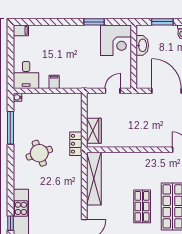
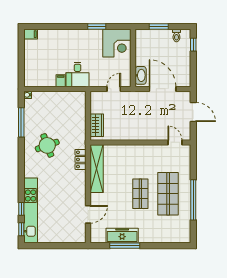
washbasin: (142, 45) -> (141, 75), moved
desk: (26, 75) -> (78, 74), moved
locker: (76, 144) -> (80, 159), moved

